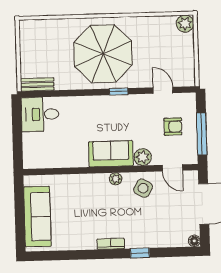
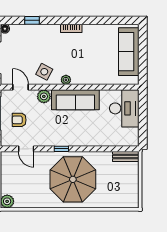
desk: (40, 114) -> (124, 108), moved, width x1.37
sofa: (111, 154) -> (75, 100), width x1.36
window: (140, 253) -> (32, 20), moved

